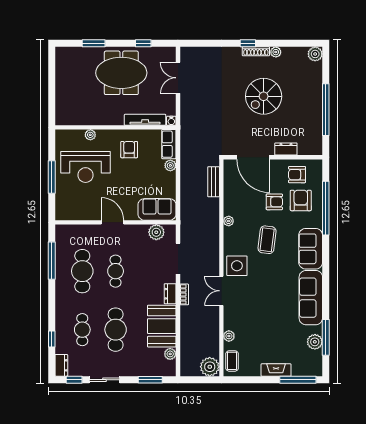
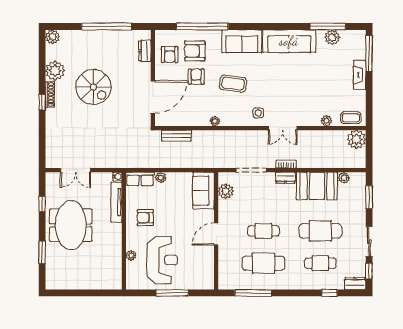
plant: (276, 52) -> (55, 71), width x1.87, depth x1.87
dresser: (286, 149) -> (145, 51), moved
side table: (237, 266) -> (258, 113), width x0.54, depth x0.54

